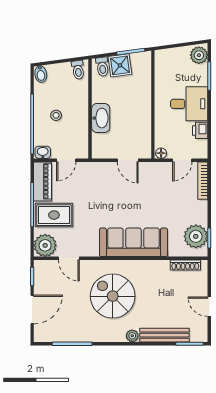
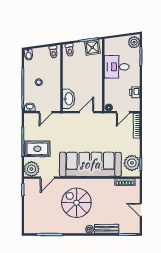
shower: (120, 65) -> (92, 47), moved
desk: (189, 104) -> (117, 67), moved, turned 180
washbasin: (101, 118) -> (69, 99), moved
door: (128, 160) -> (87, 112), swing flipped
piano: (43, 181) -> (30, 126), removed
sofa: (133, 242) -> (90, 164), width x1.36, depth x1.27
door: (69, 258) -> (47, 178), hinge flipped
door: (32, 309) -> (23, 212), removed
bench: (164, 335) -> (107, 229), width x0.73

